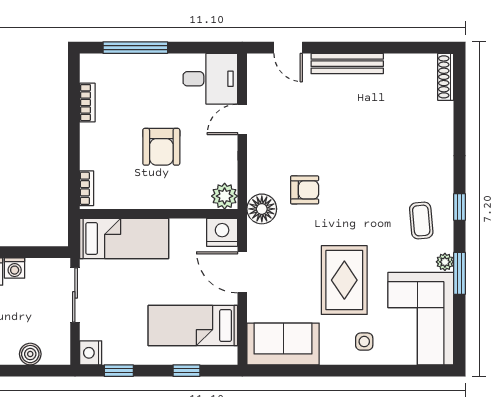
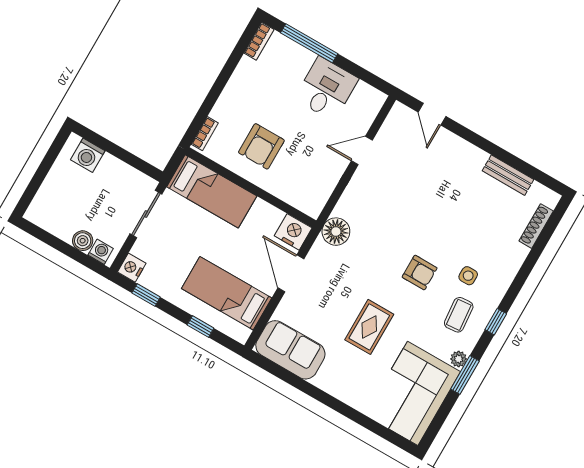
bench: (347, 64) -> (508, 175), moved, width x0.73
shoe rack: (446, 77) -> (536, 226), moved
desk: (210, 79) -> (326, 89), moved, turned -90
bookcase: (87, 103) -> (259, 41), moved
armchair: (161, 147) -> (261, 146), moved
armchair: (305, 190) -> (420, 273), moved
plant: (225, 196) -> (312, 204), removed
washing machine: (15, 268) -> (101, 252), moved, turned 180
rug: (344, 280) -> (369, 327), width x0.73, depth x0.70
side table: (364, 342) -> (468, 276), moved

